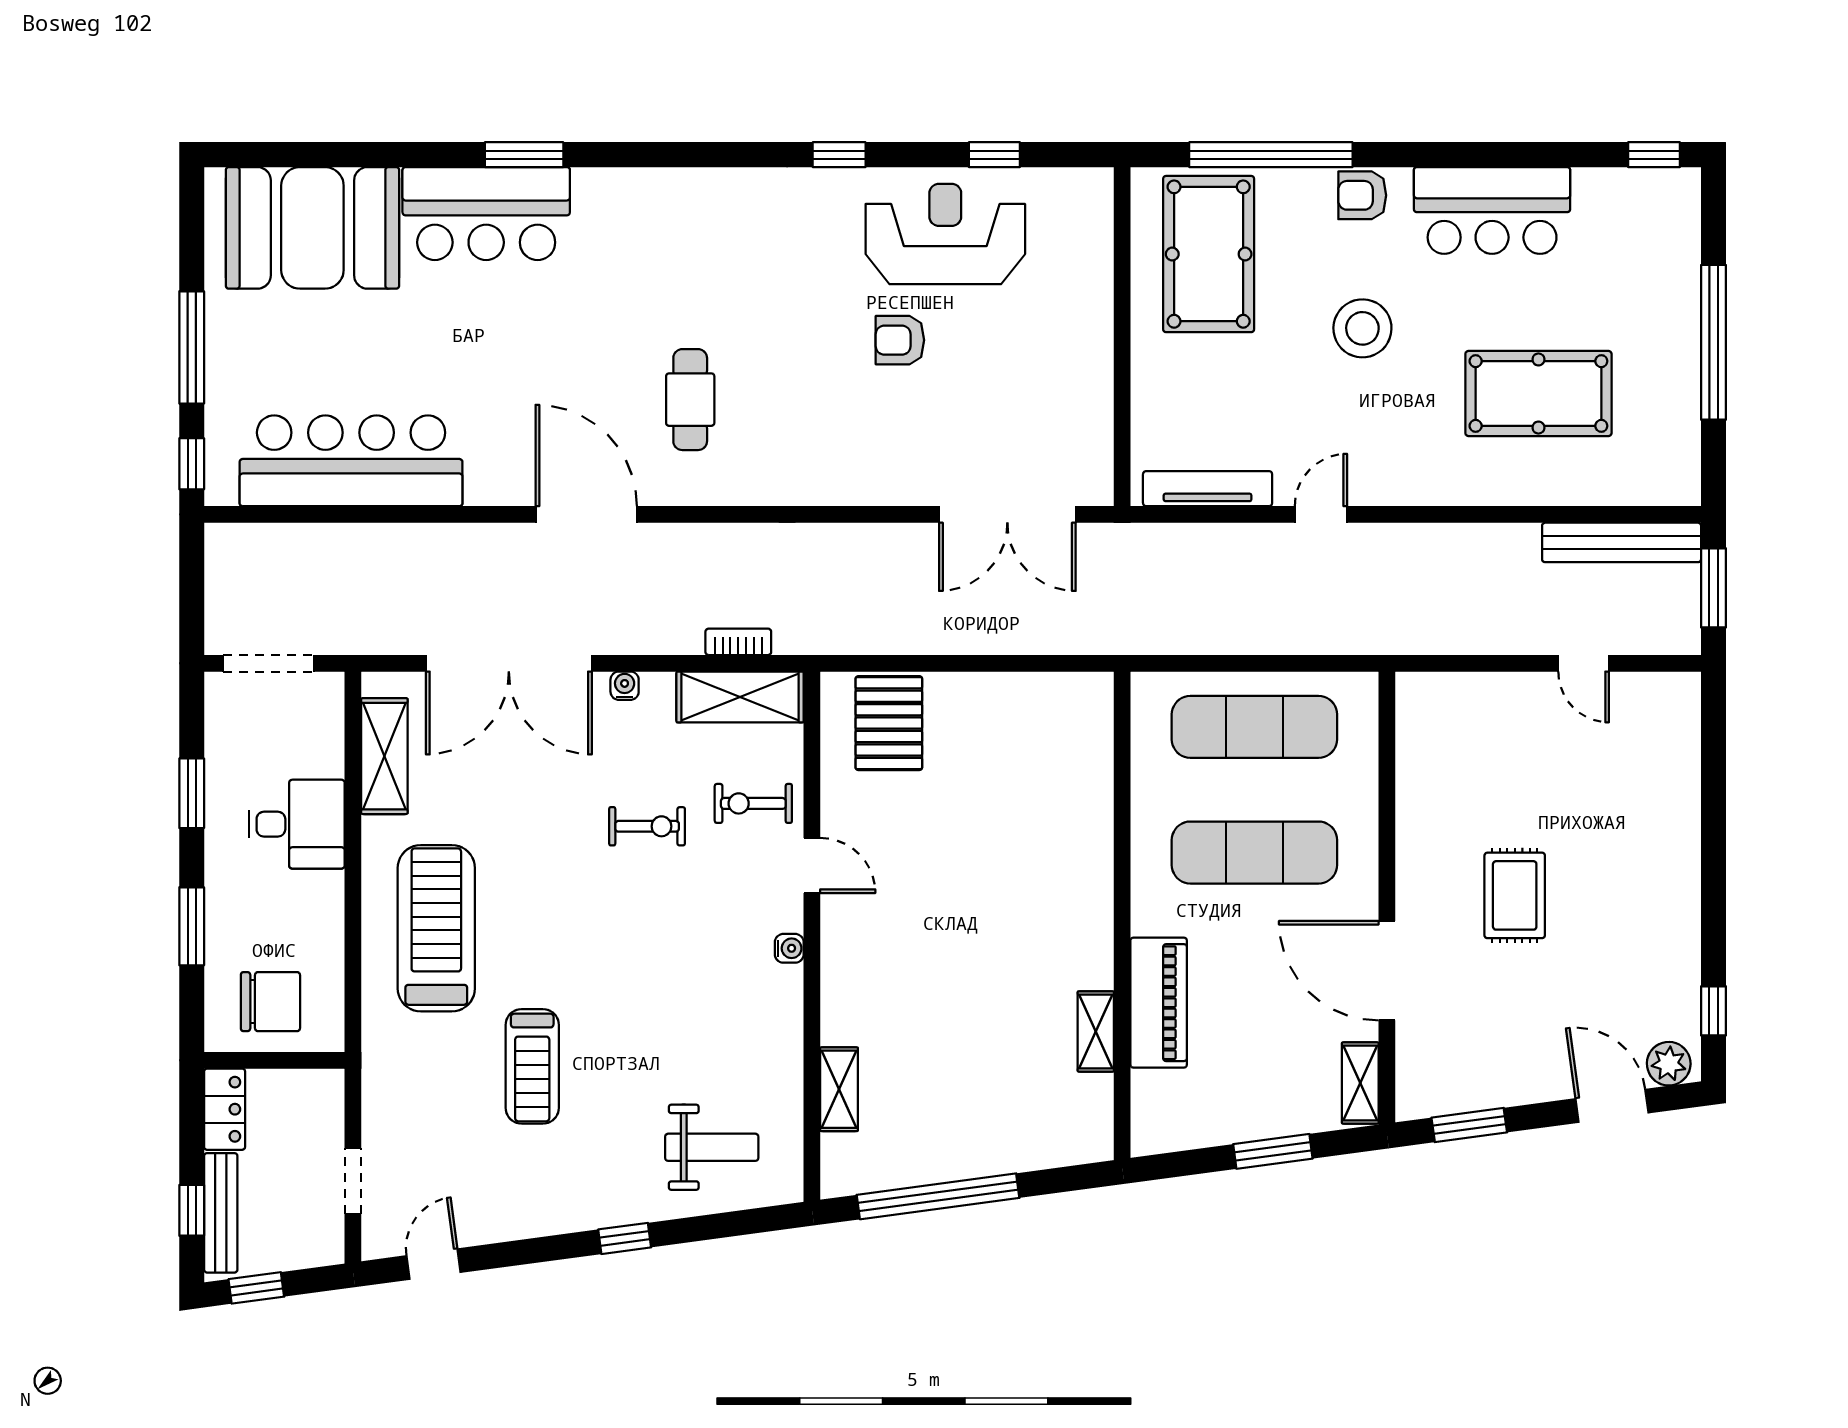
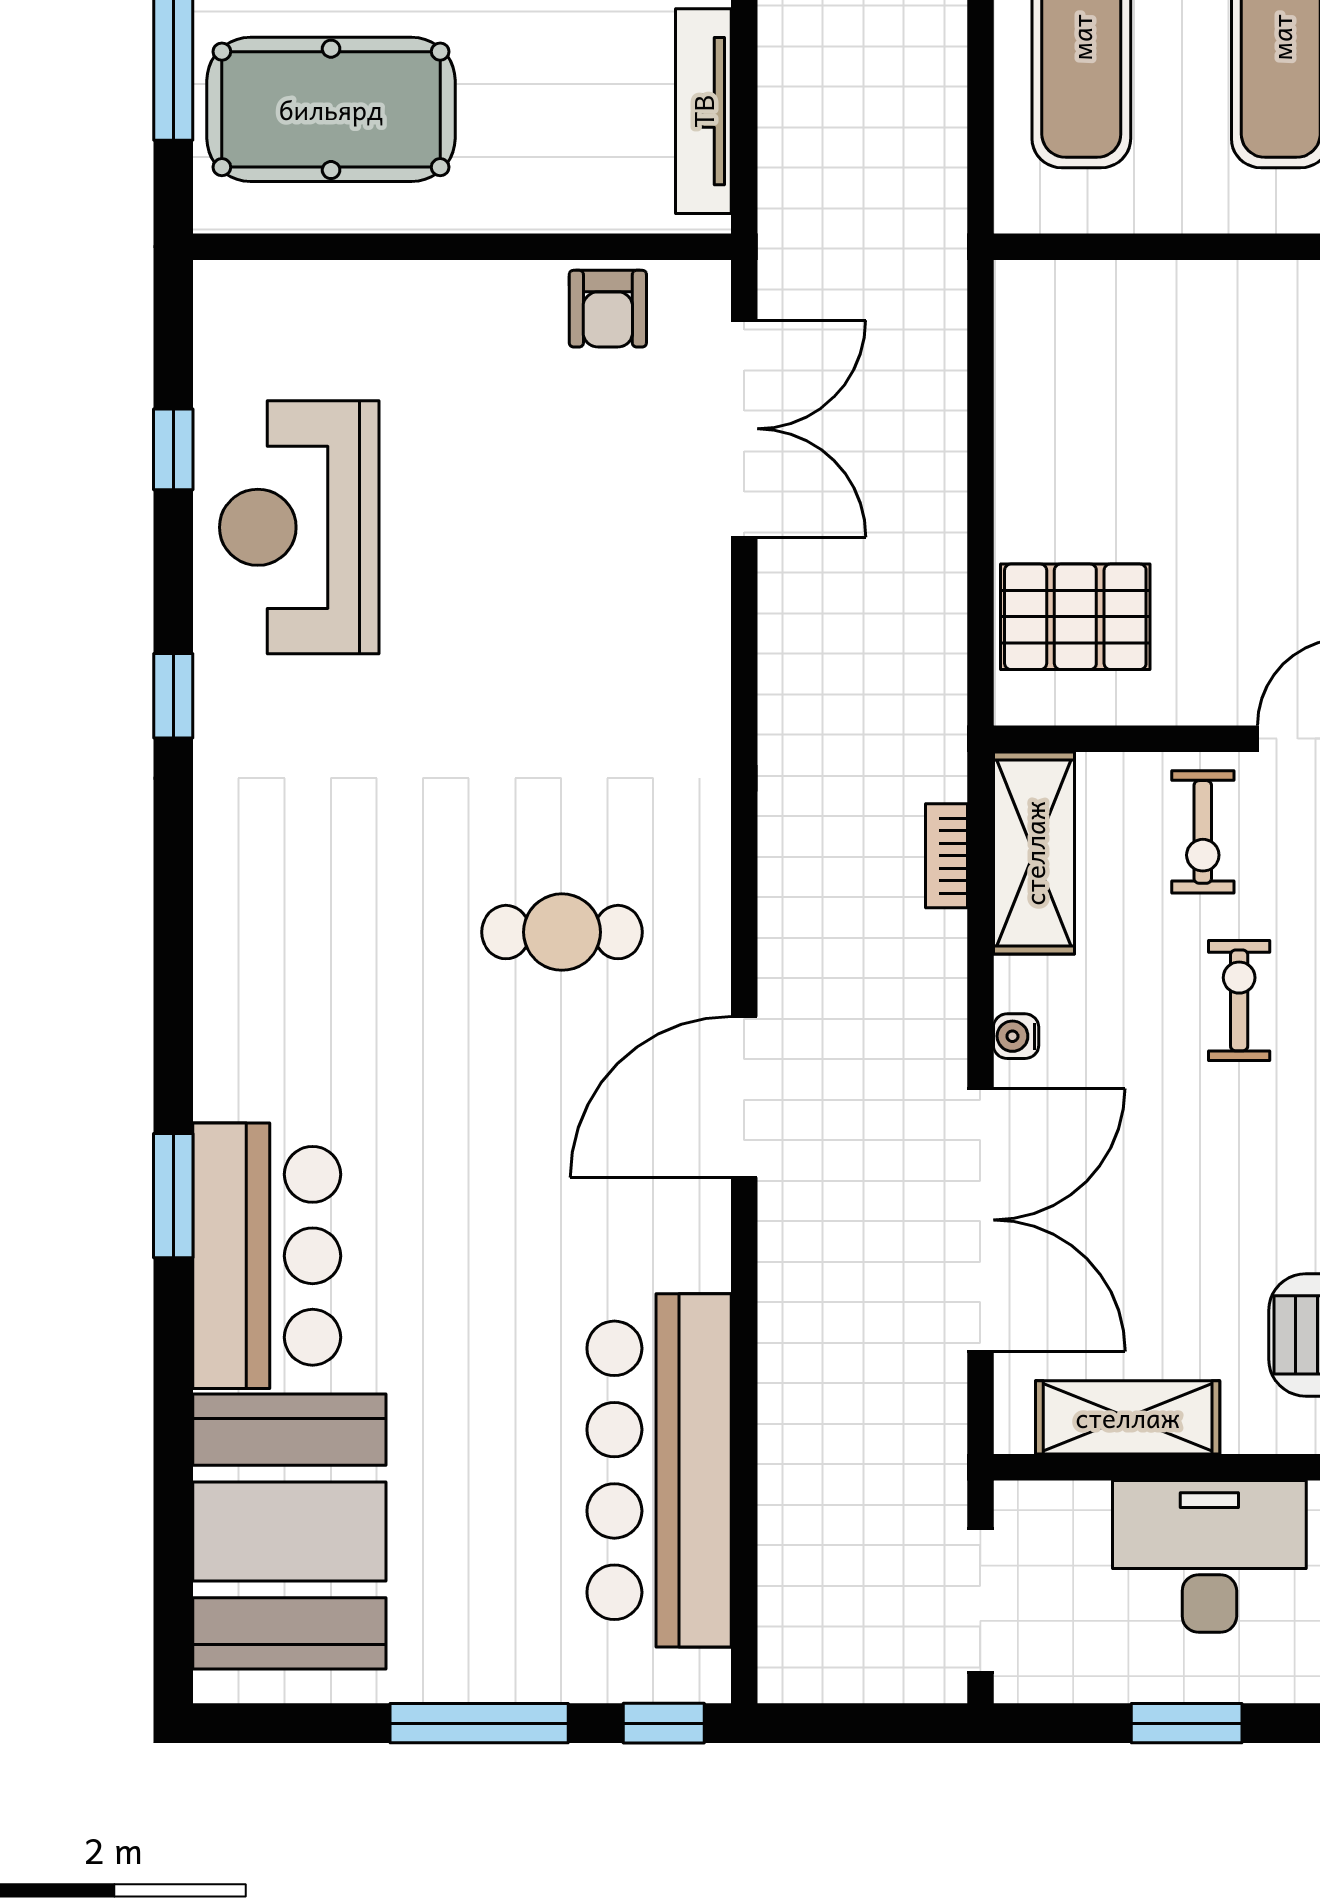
armchair: (900, 340) -> (608, 309), moved
desk: (297, 824) -> (1209, 1556), width x1.37

